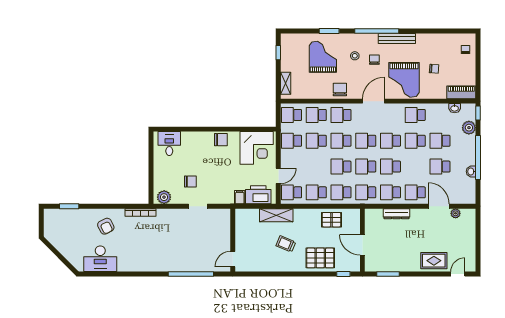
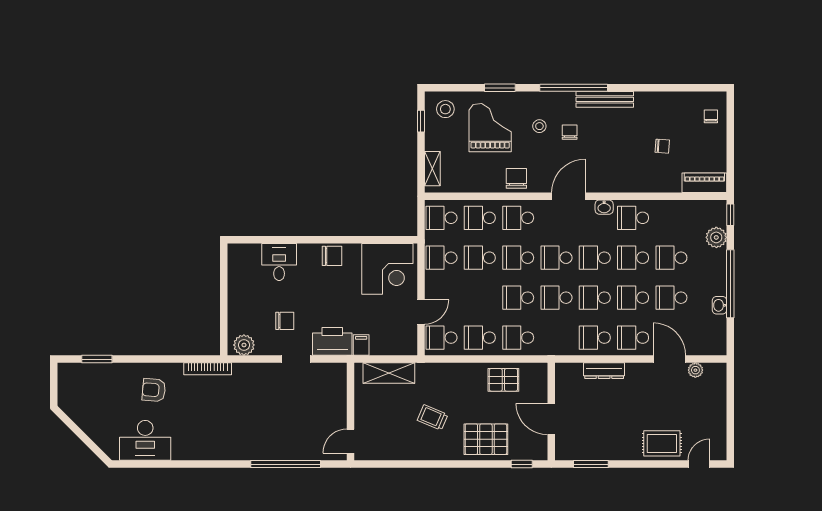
stool: (294, 45) -> (445, 109), added
grand piano: (404, 80) -> (616, 163), removed
washbasin: (455, 108) -> (604, 207), moved
desk: (169, 144) -> (279, 262), moved
school desk: (366, 192) -> (633, 298), moved
printer: (258, 195) -> (332, 341), moved
shelving: (276, 215) -> (389, 373), moved
armchair: (106, 226) -> (154, 390), turned 122

